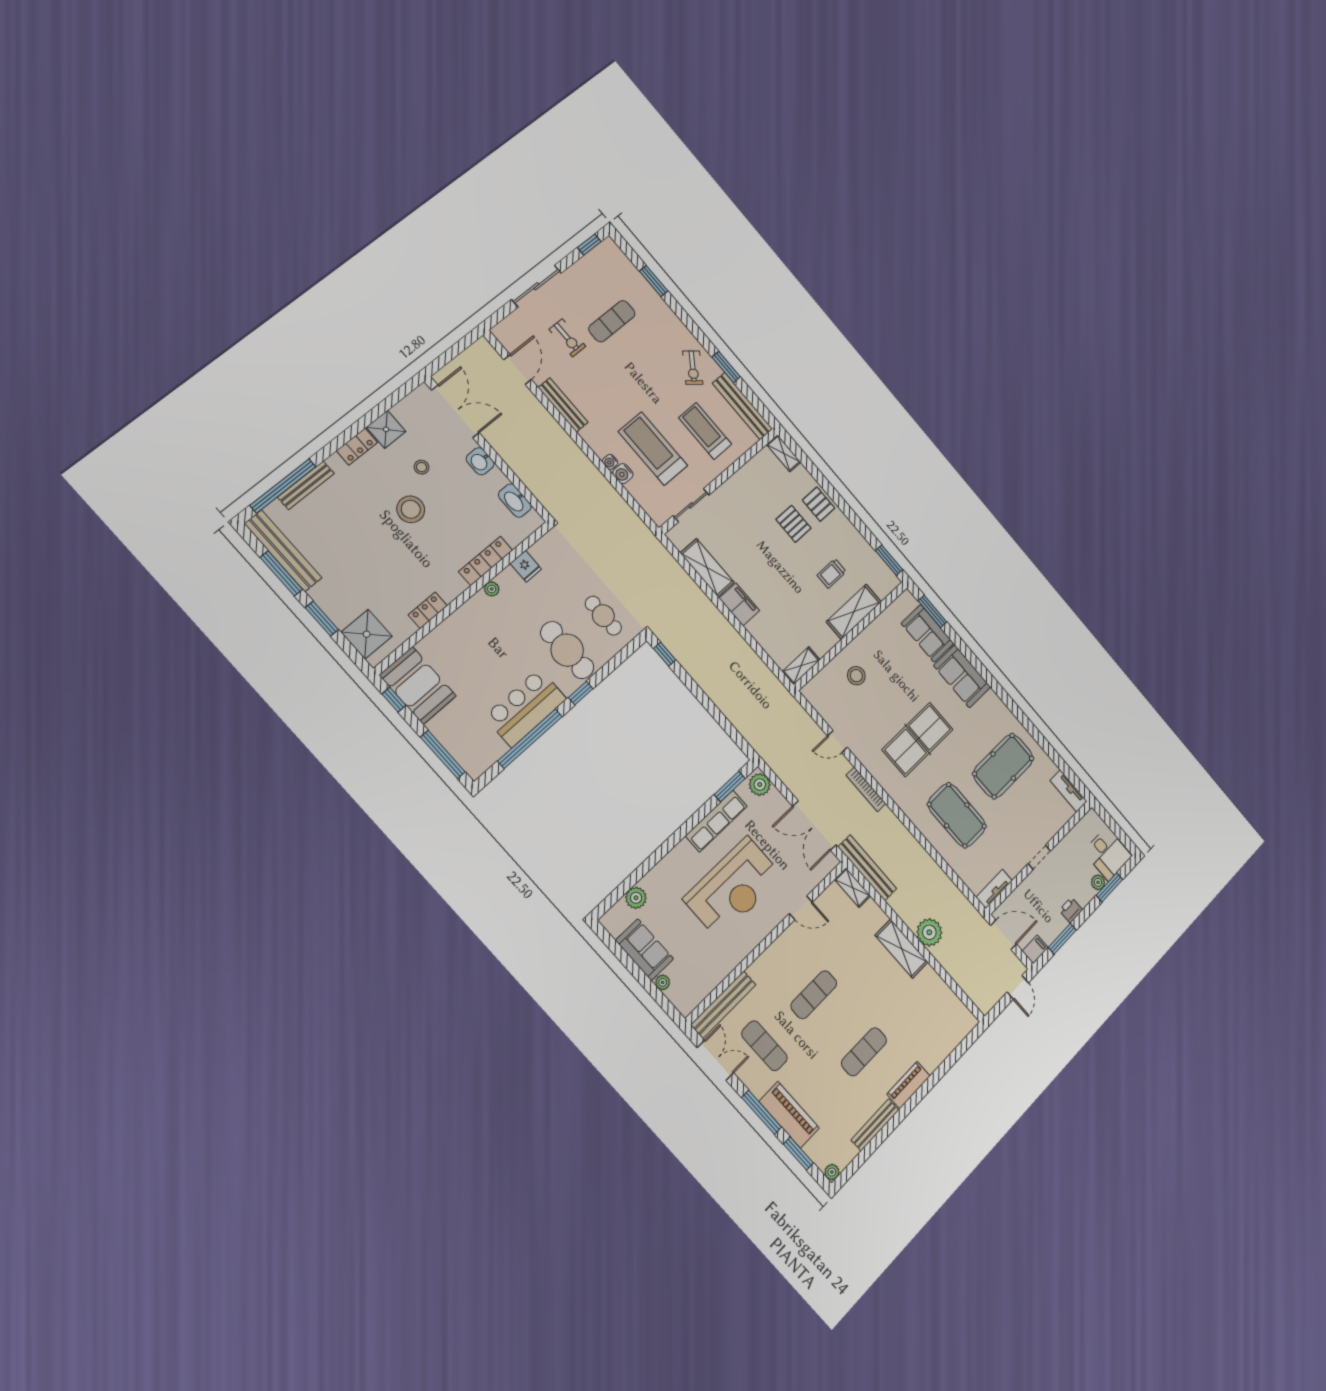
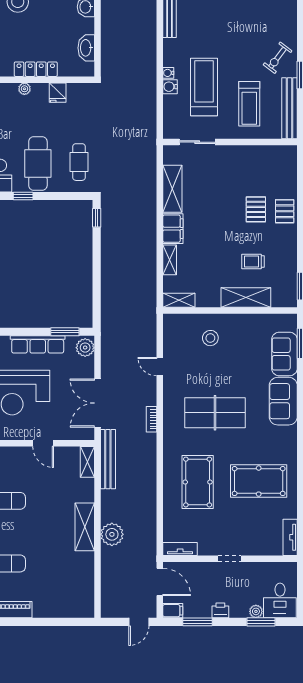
treadmill: (705, 431) -> (249, 104), turned 180
shelving: (784, 453) -> (170, 260), moved
bookcase: (866, 789) -> (152, 419), width x0.64

